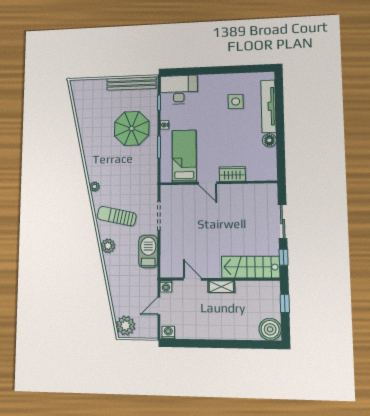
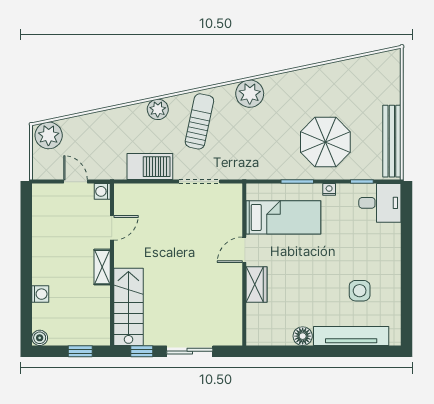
desk: (179, 90) -> (380, 203), width x0.73
plant: (94, 187) -> (250, 94), width x1.87, depth x1.87
boiler: (270, 329) -> (40, 338), width x0.54, depth x0.54
washing machine: (168, 332) -> (40, 294), moved

